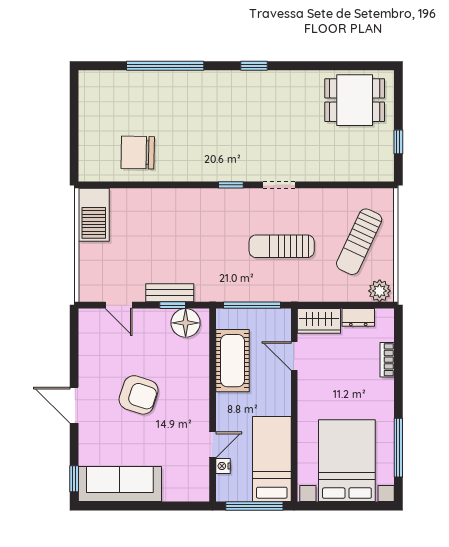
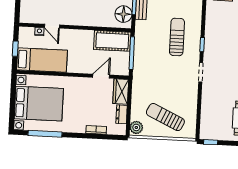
window: (398, 142) -> (211, 142), moved
sun lounger: (282, 246) -> (177, 37), moved
cot: (232, 361) -> (112, 41), moved
window: (254, 506) -> (15, 49), width x0.46

